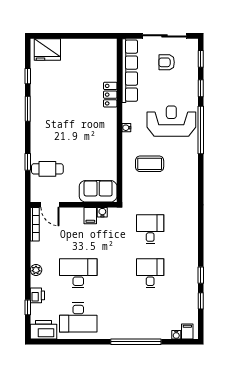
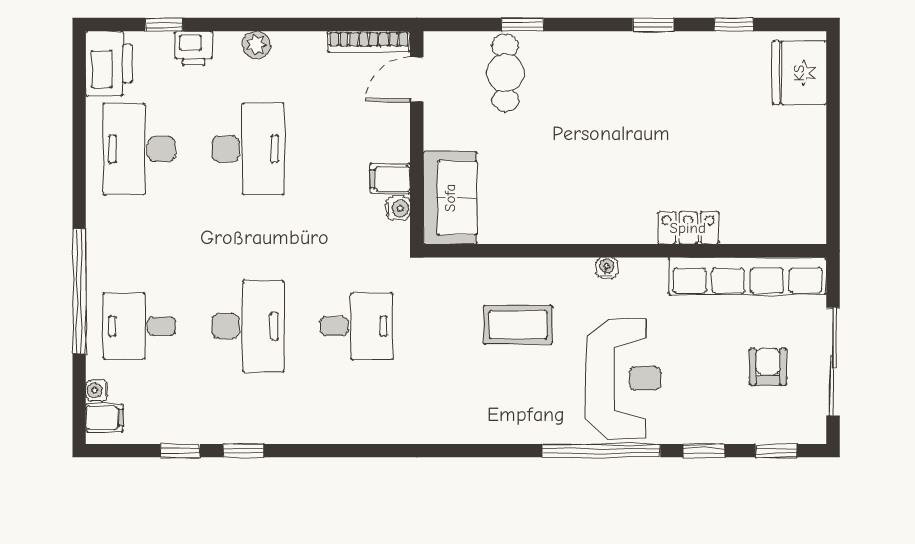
window: (28, 109) -> (653, 25), width x0.67
coffee table: (150, 164) -> (518, 325), turned 90
desk: (150, 273) -> (248, 326), width x1.37
desk: (150, 317) -> (139, 326), added

